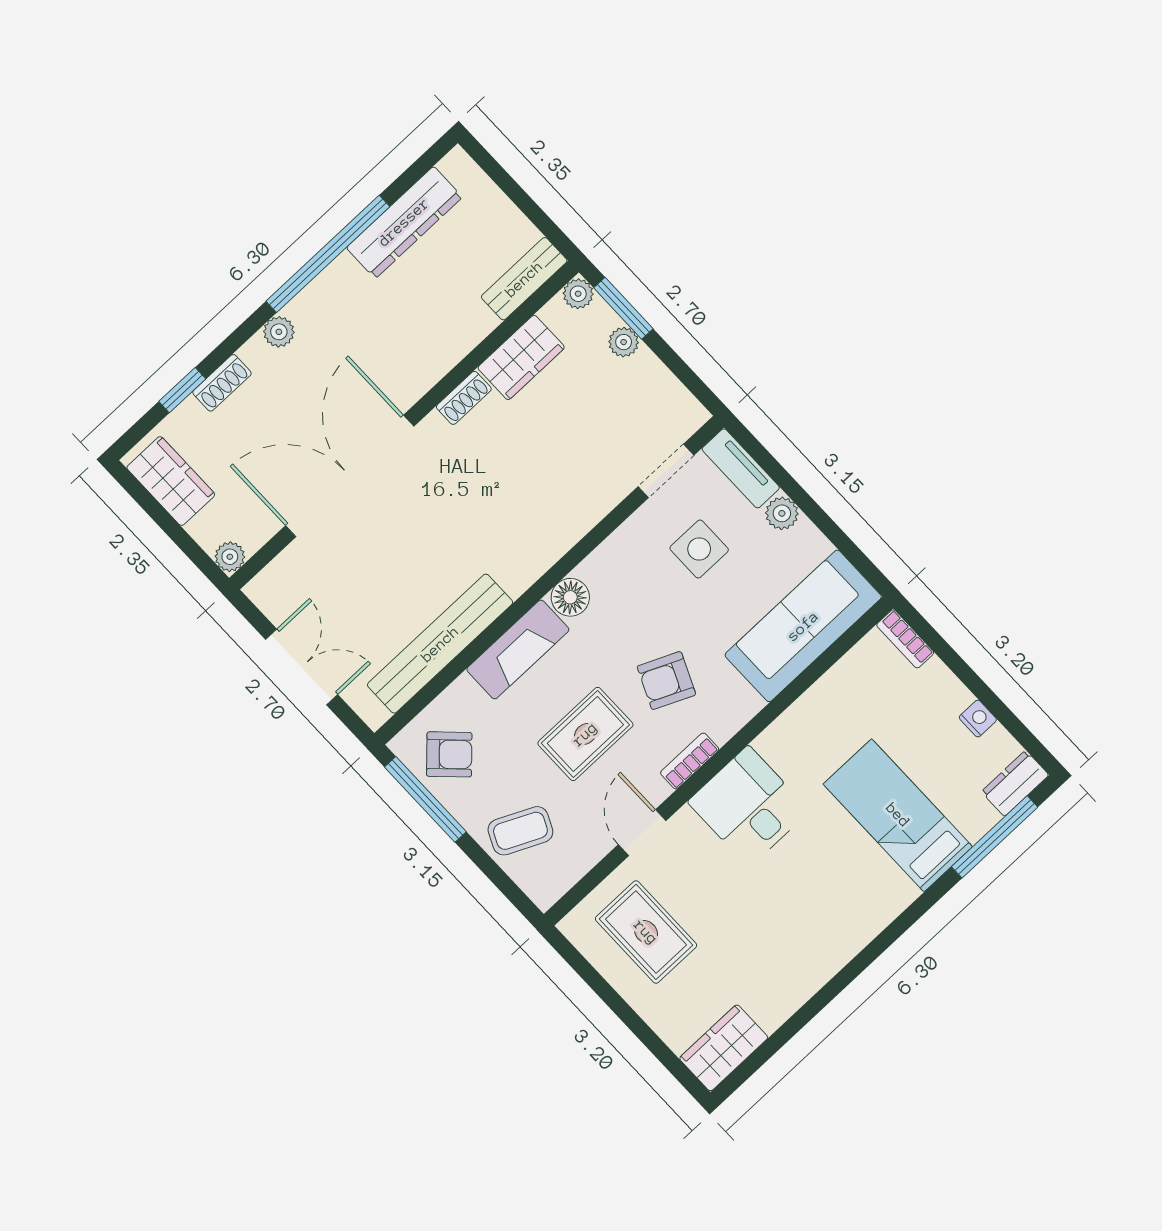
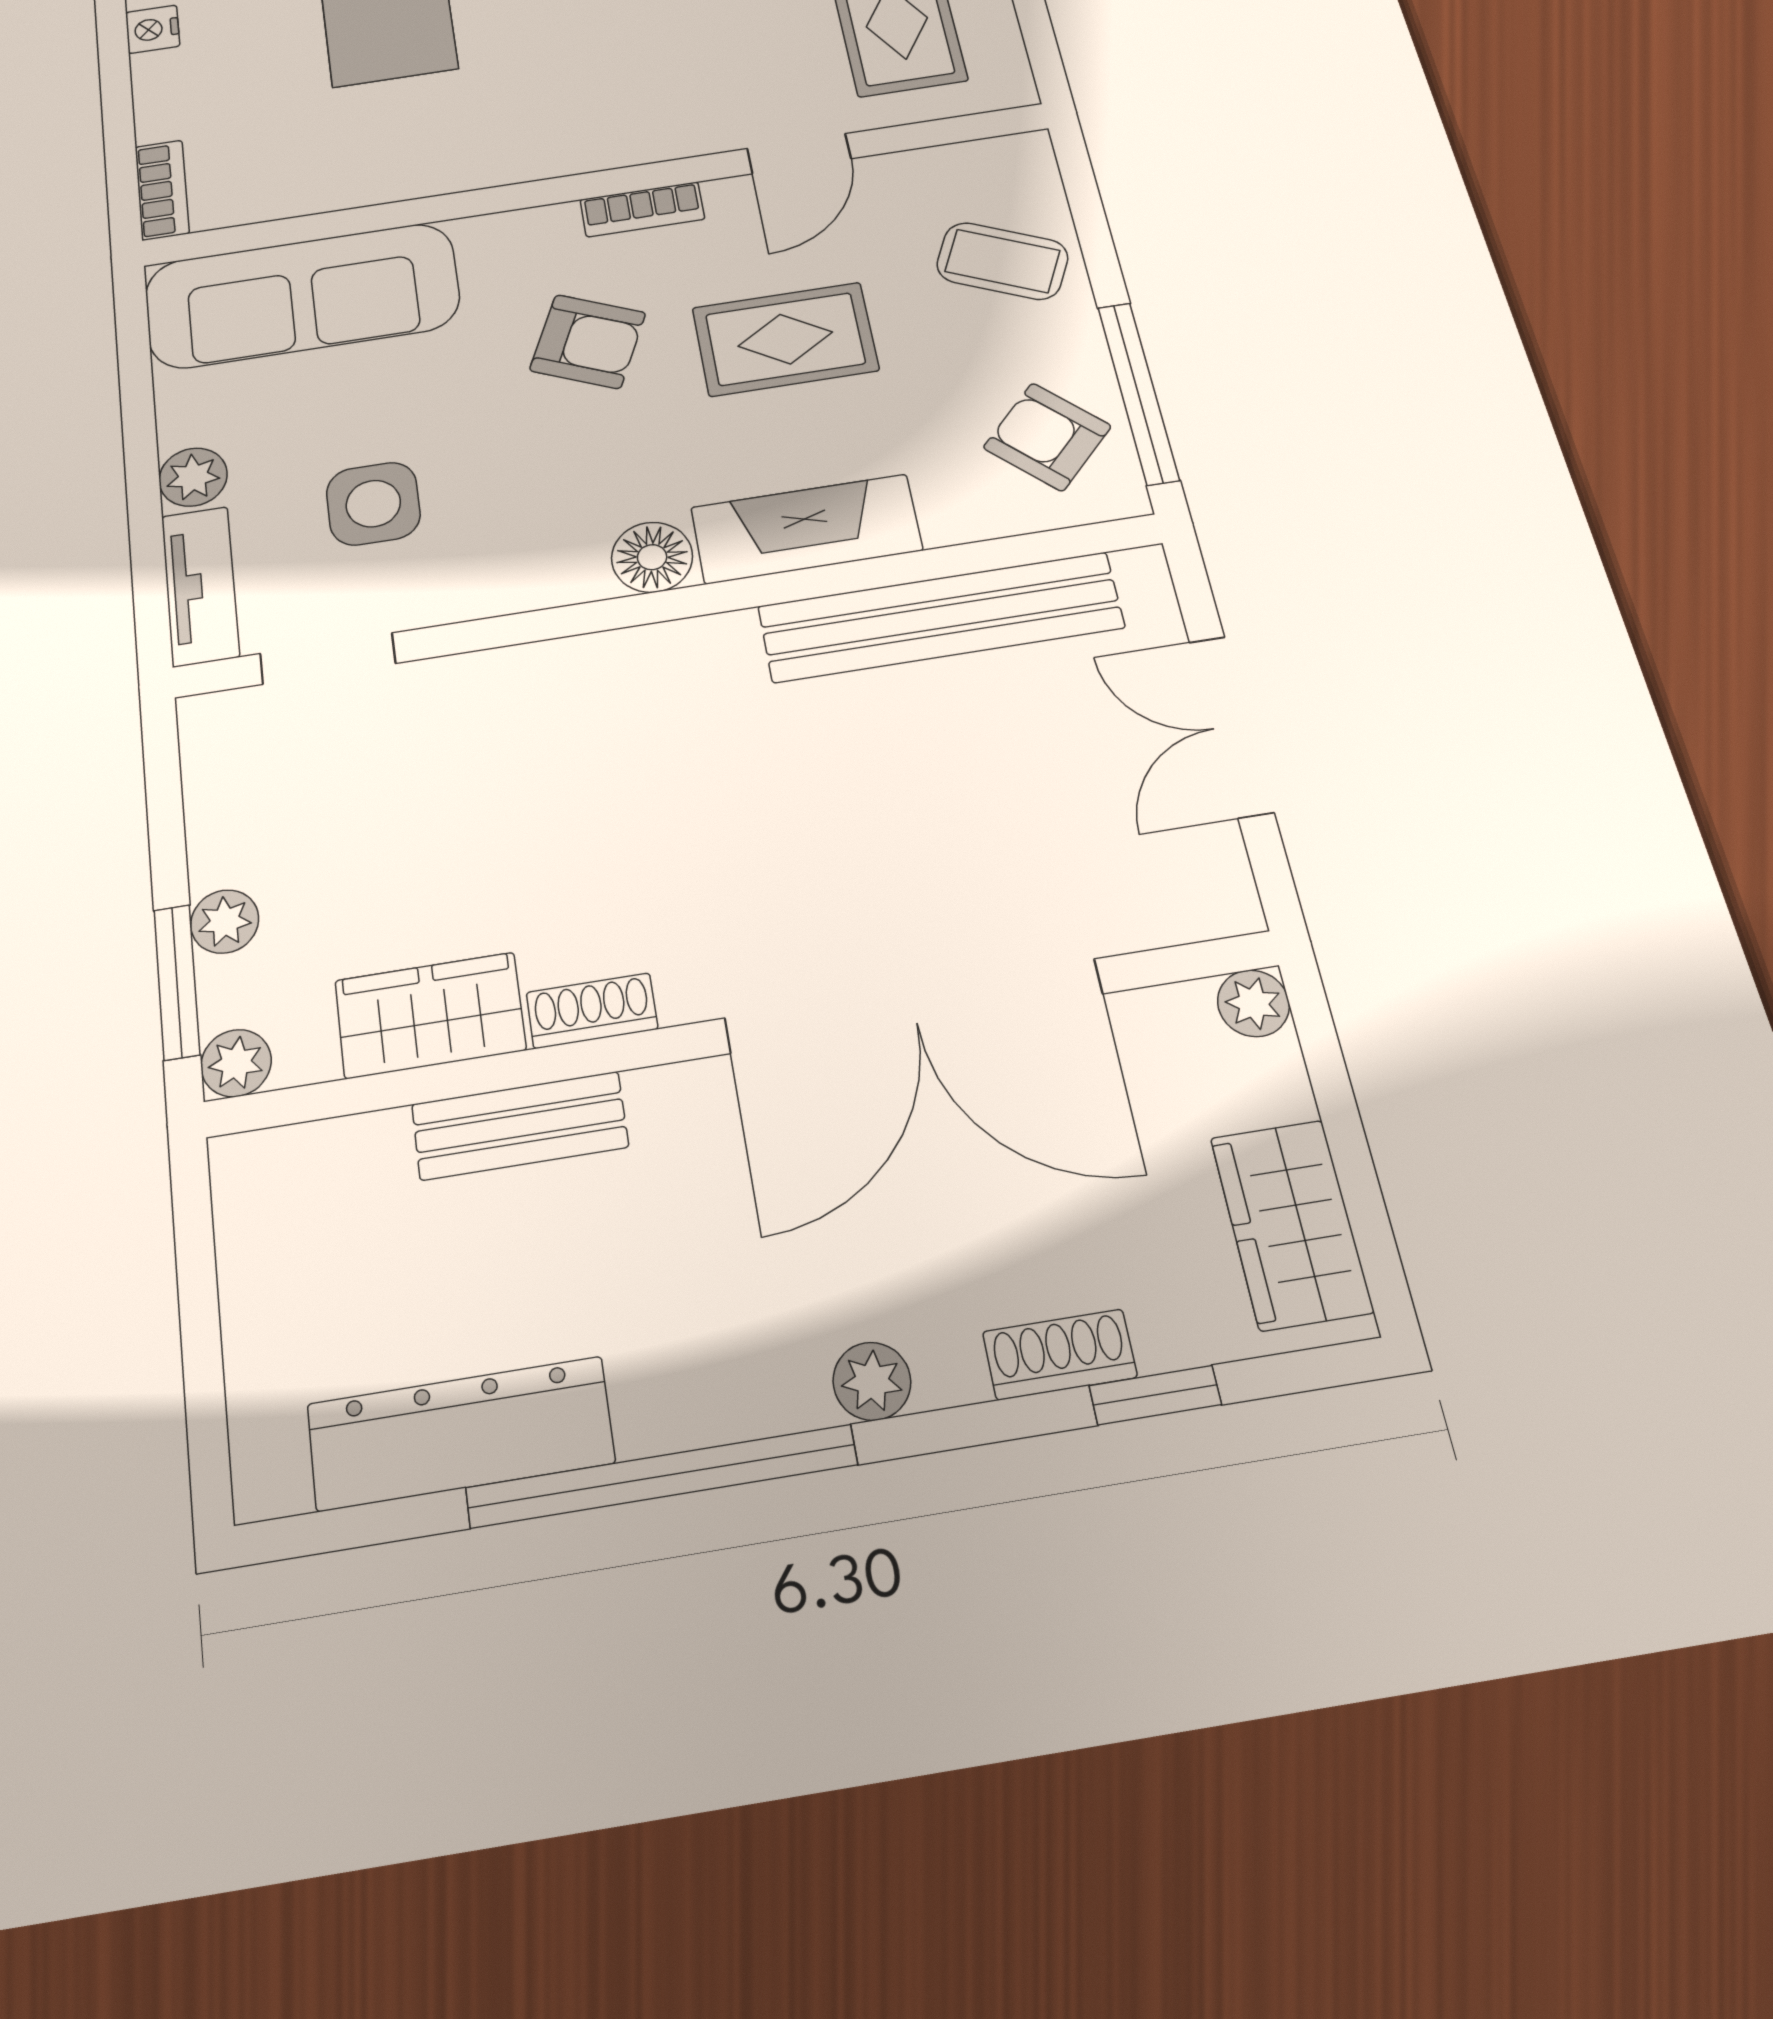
bench: (524, 279) -> (520, 1126), moved
desk: (749, 806) -> (599, 100), removed

